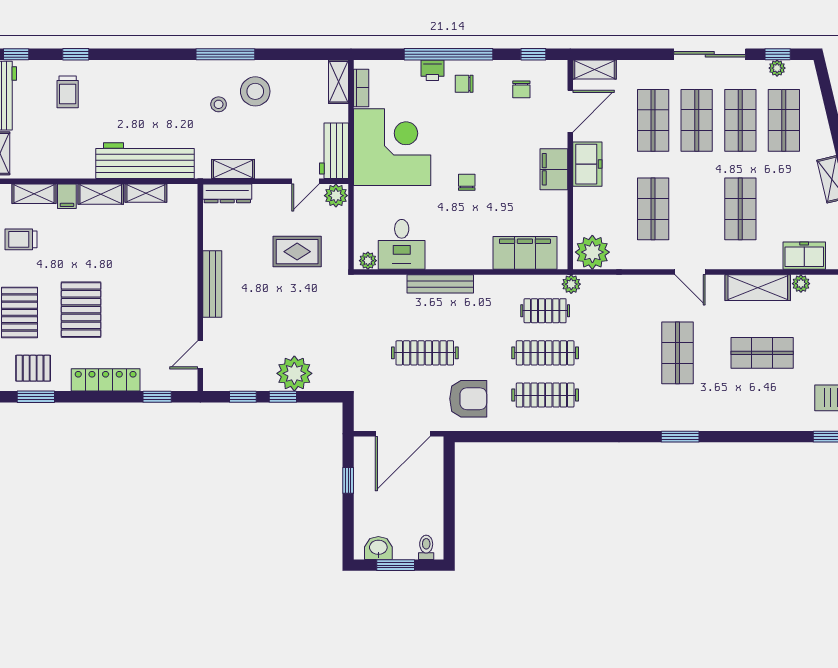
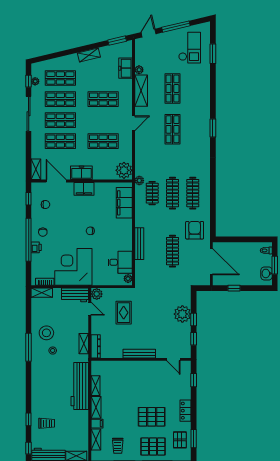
shop shelf: (678, 353) -> (172, 129), turned 90
locker: (106, 380) -> (186, 411), width x0.66

